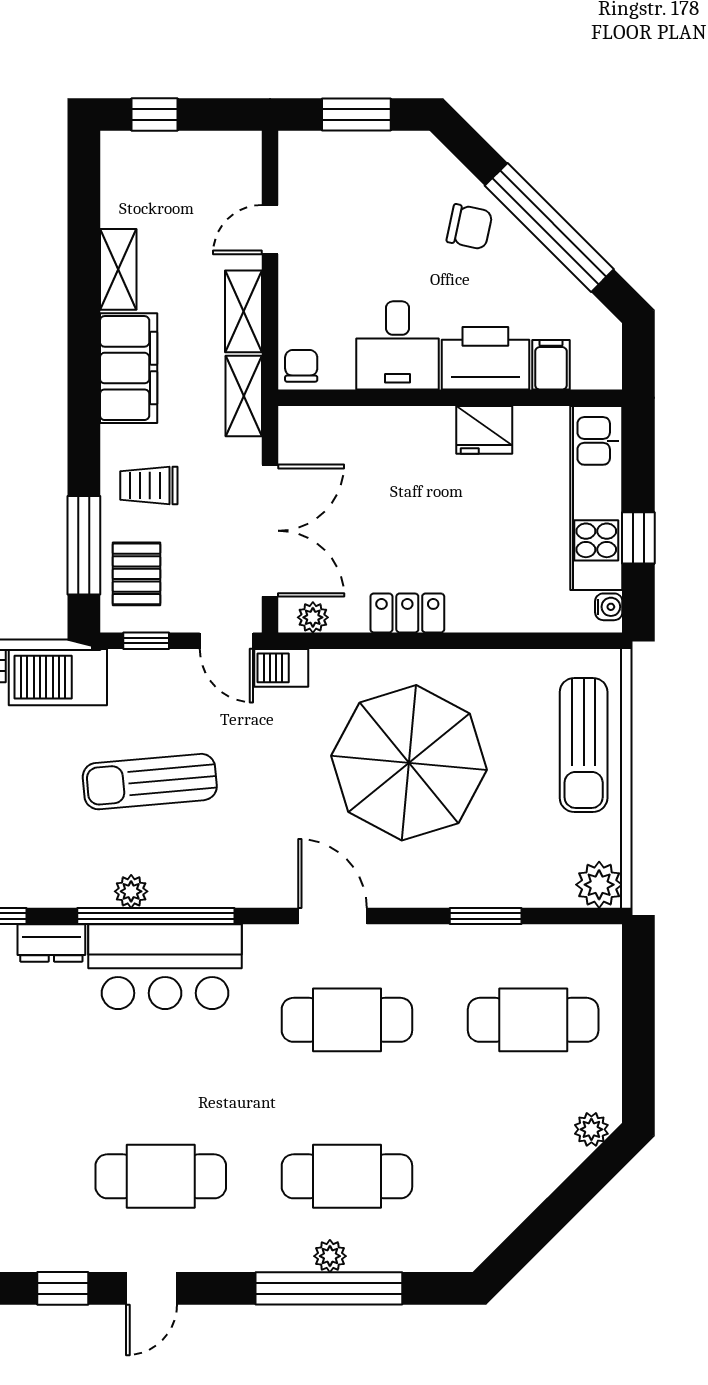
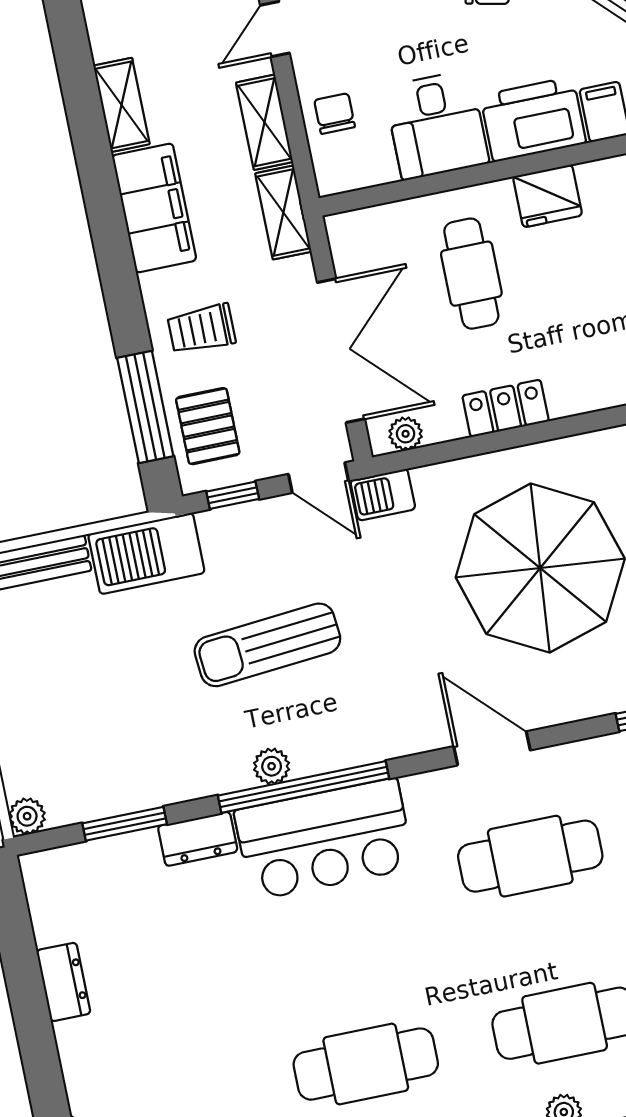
chair: (301, 366) -> (335, 114), moved
cafe table: (401, 486) -> (471, 274), added

